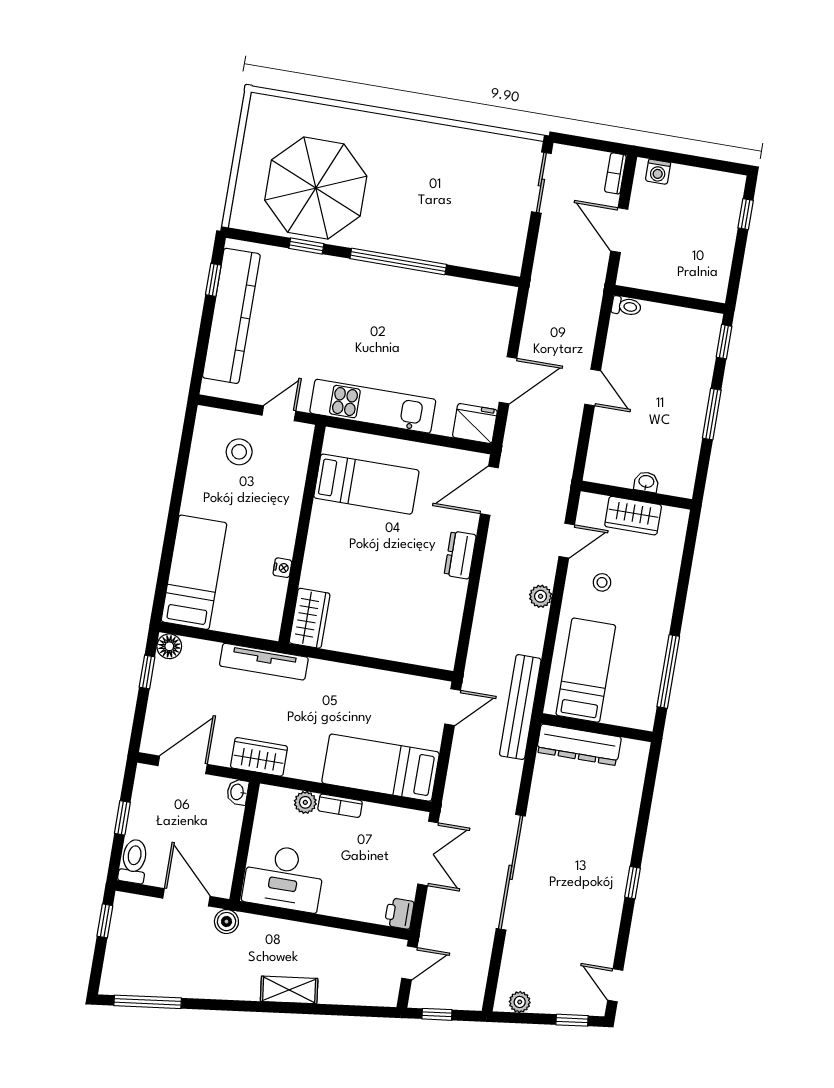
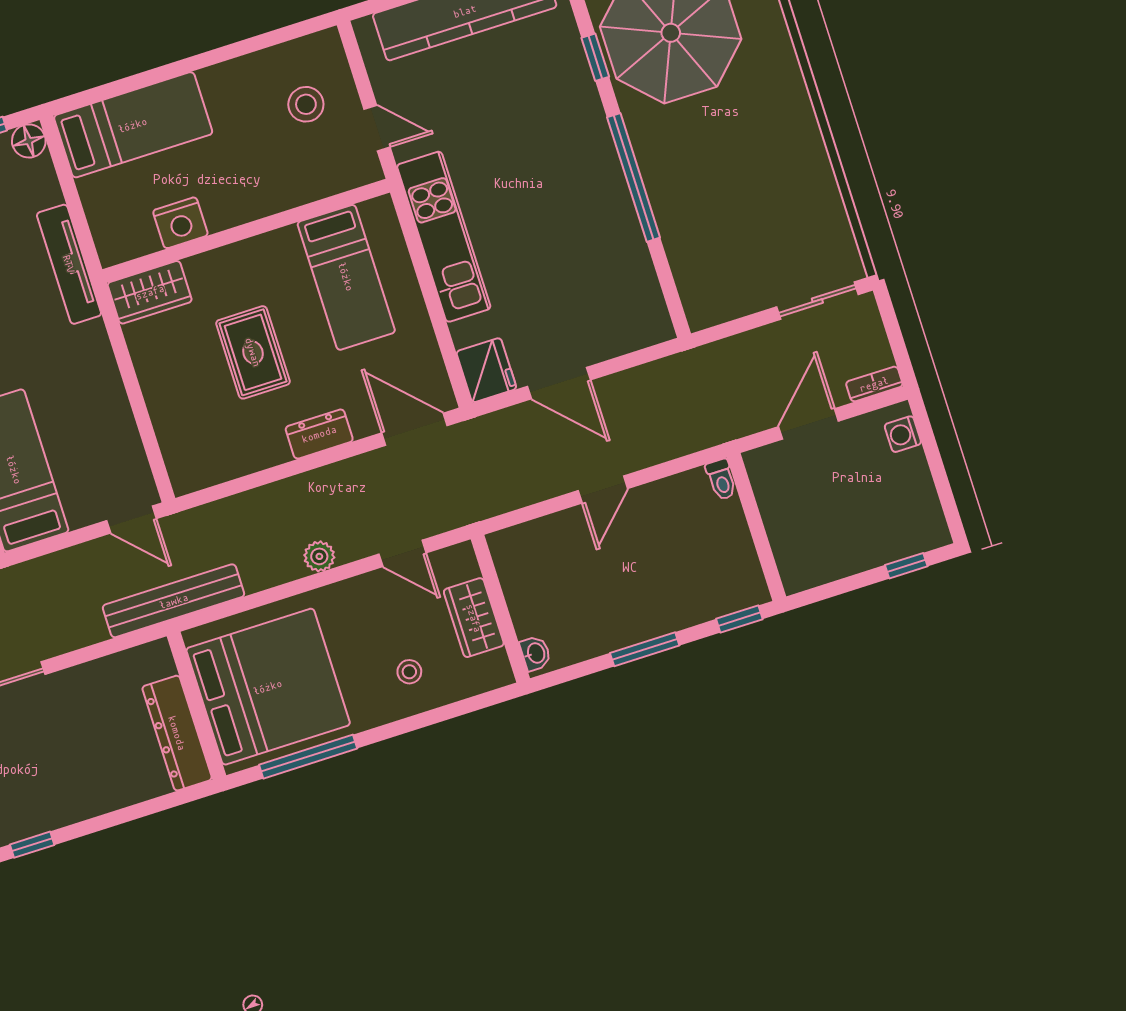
washbasin: (646, 482) -> (535, 653), moved
nightstand: (282, 568) -> (180, 223), width x1.89, depth x1.79
rug: (384, 571) -> (253, 352), added
stool: (602, 582) -> (409, 672), moved
bed: (586, 670) -> (268, 687), width x2.04
dresser: (579, 745) -> (177, 733), moved

